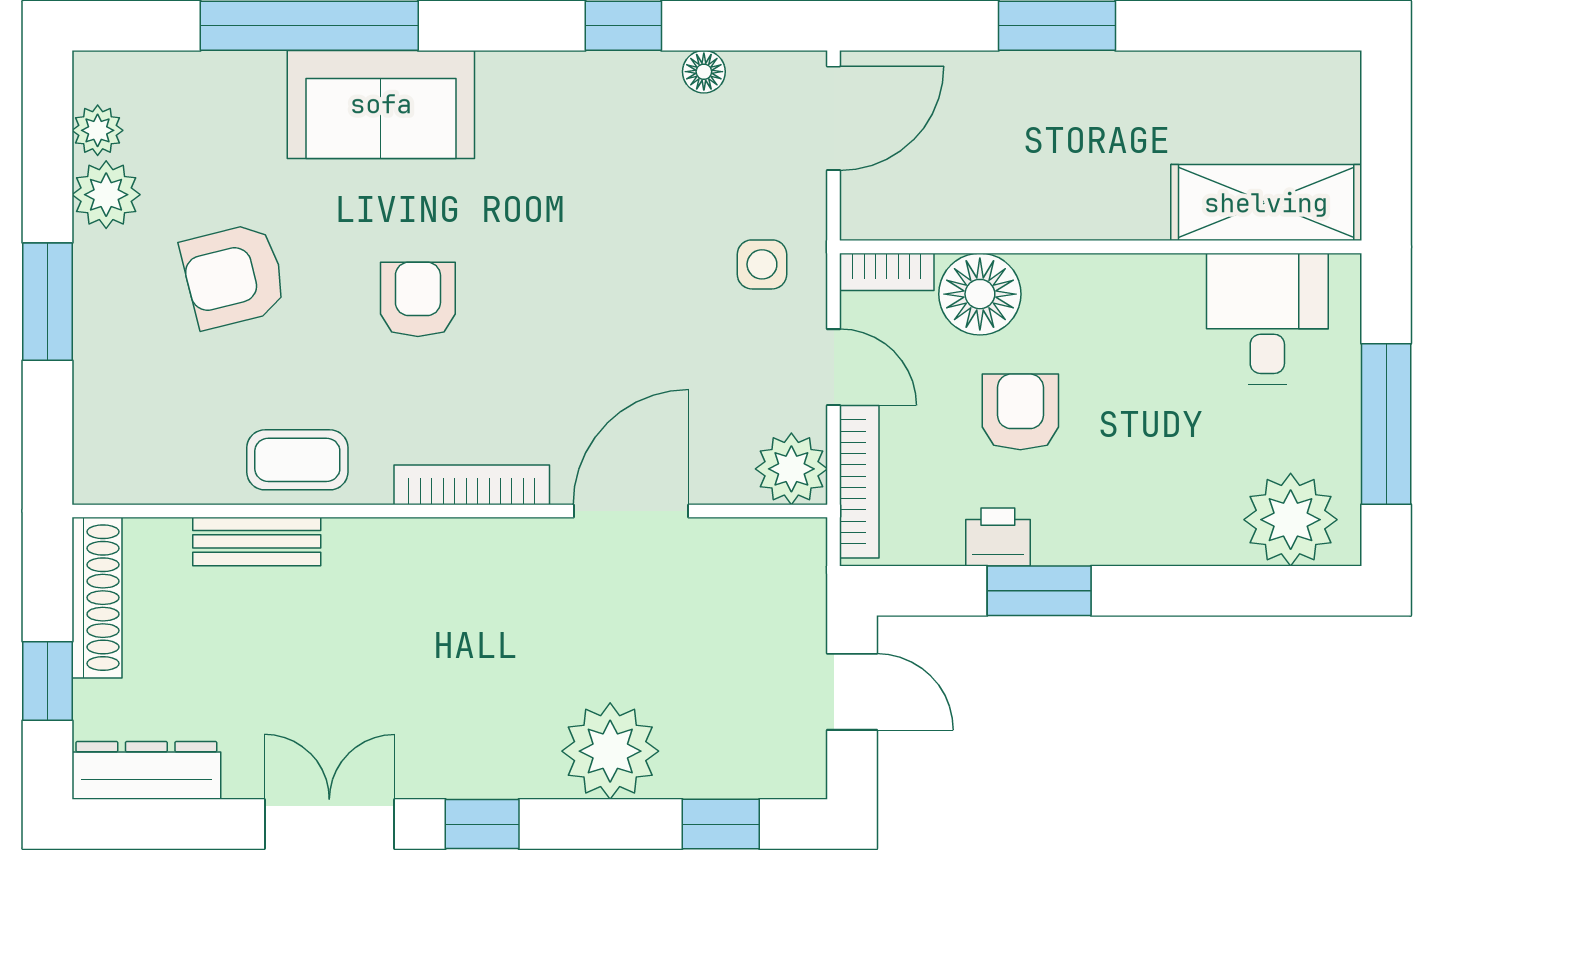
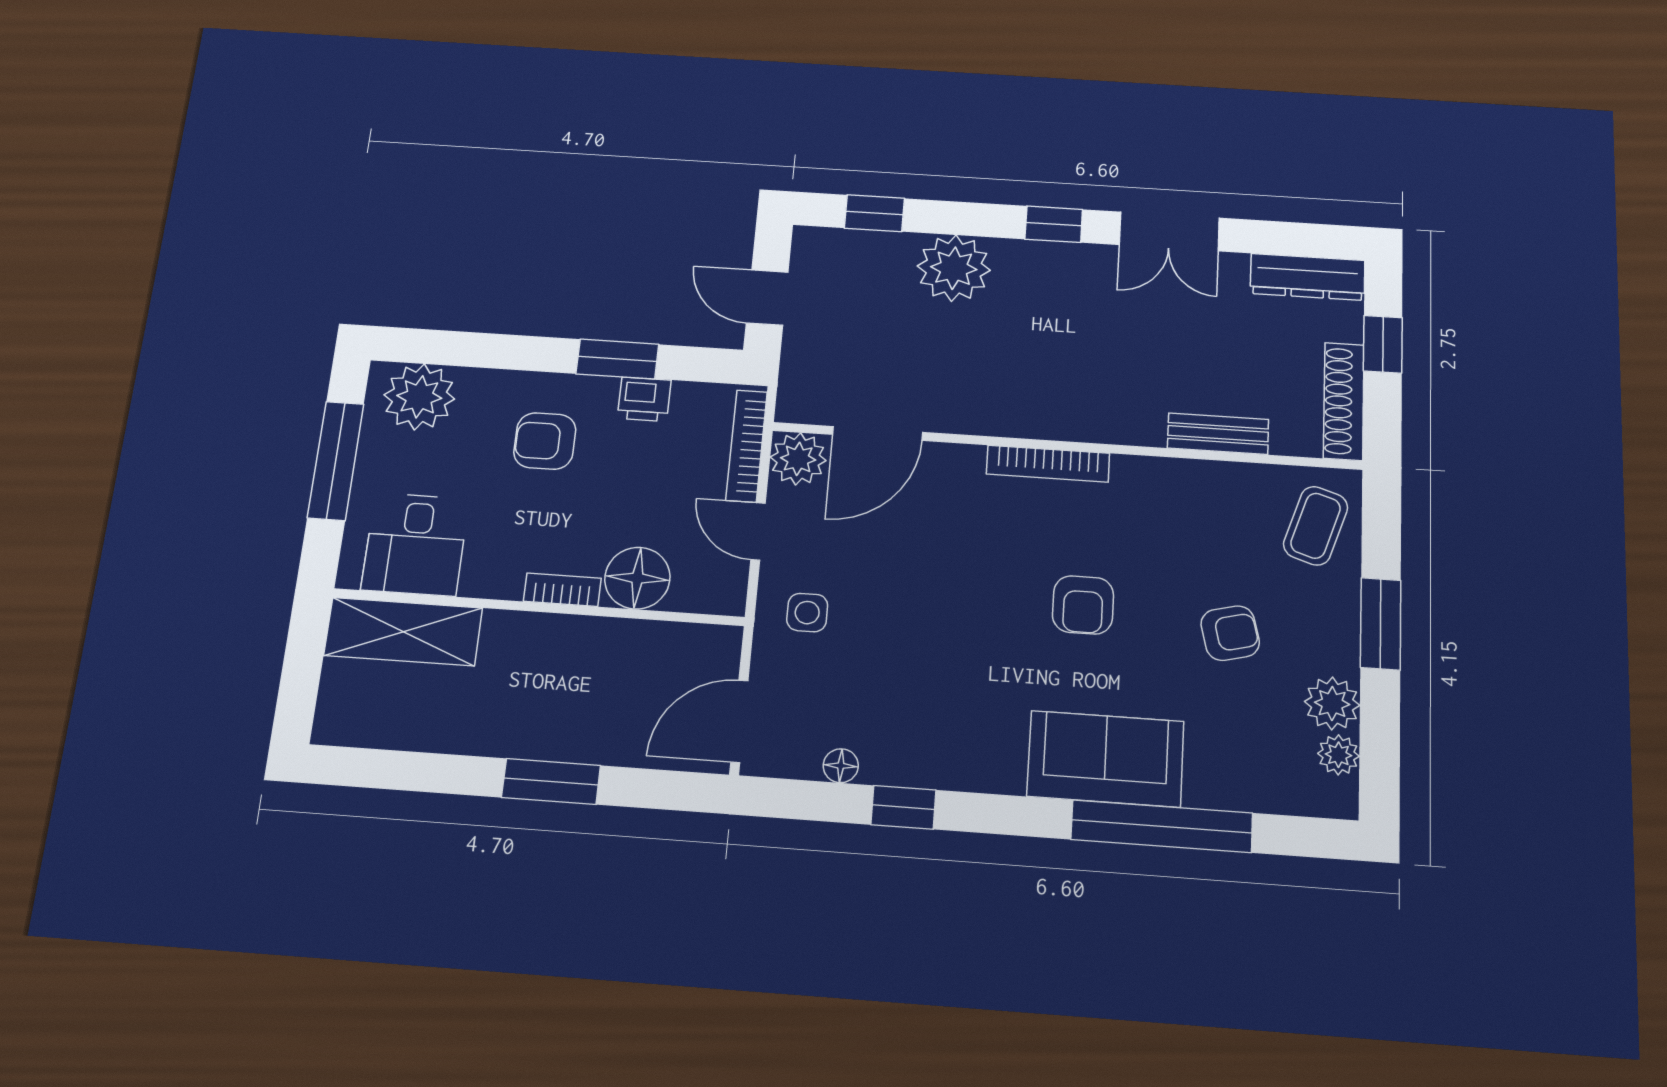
bookcase: (887, 272) -> (562, 590), moved
armchair: (234, 276) -> (1230, 633), width x0.72, depth x0.72
armchair: (1020, 412) -> (545, 441), moved, turned 90
coffee table: (297, 460) -> (1316, 526), moved, turned -72
door: (631, 511) -> (877, 433), moved

